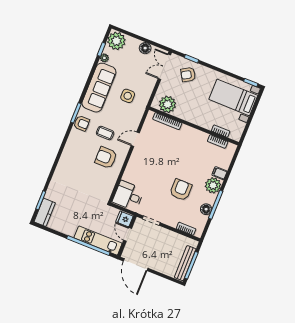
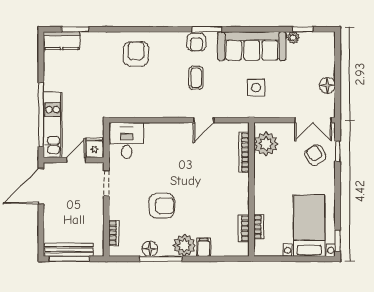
plant: (116, 41) -> (322, 44), removed
double door: (164, 67) -> (313, 120), swing flipped
door: (135, 139) -> (204, 120), swing flipped
armchair: (106, 158) -> (136, 54), moved

